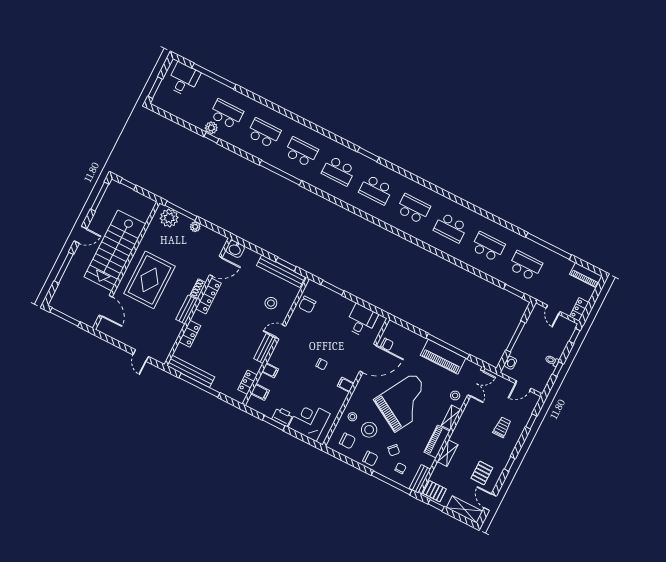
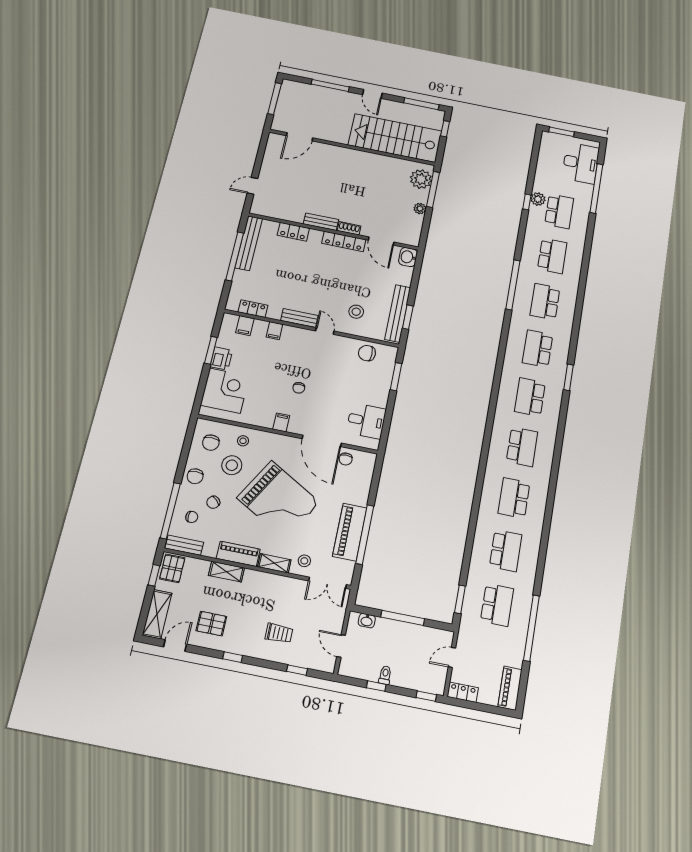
desk: (183, 79) -> (581, 163), width x1.37
school desk: (301, 152) -> (545, 302), turned 180
stairs: (115, 250) -> (395, 138), moved
rug: (149, 280) -> (343, 175), removed

